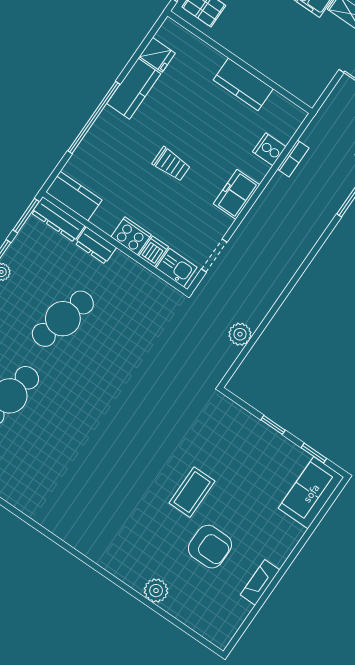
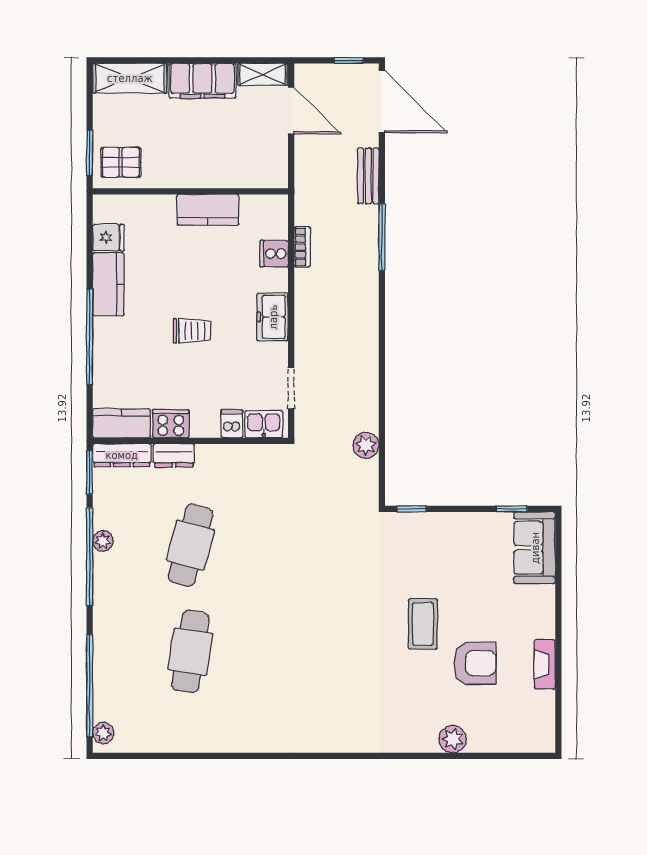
cooker: (131, 236) -> (171, 424), moved
window: (273, 425) -> (412, 509), moved

